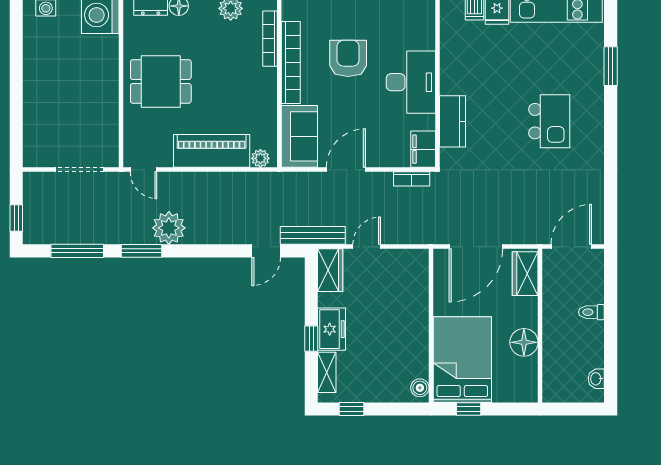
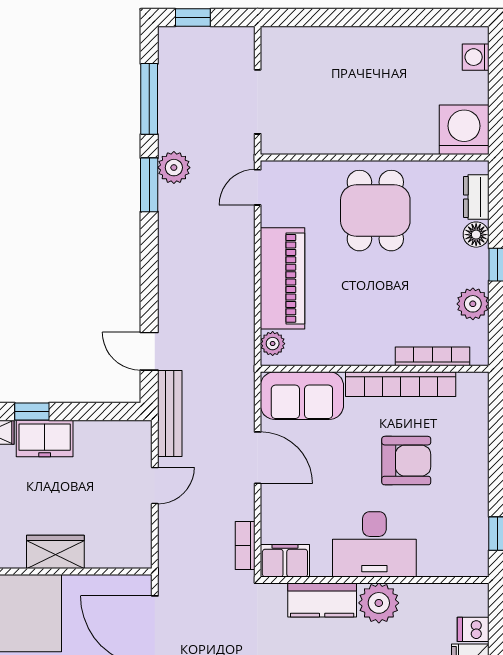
plant: (455, 79) -> (379, 603), added
plant: (169, 228) -> (174, 168), moved, width x0.73, depth x0.73
door: (367, 247) -> (155, 486), hinge flipped
wardrobe: (330, 270) -> (55, 552), moved, turned 180

